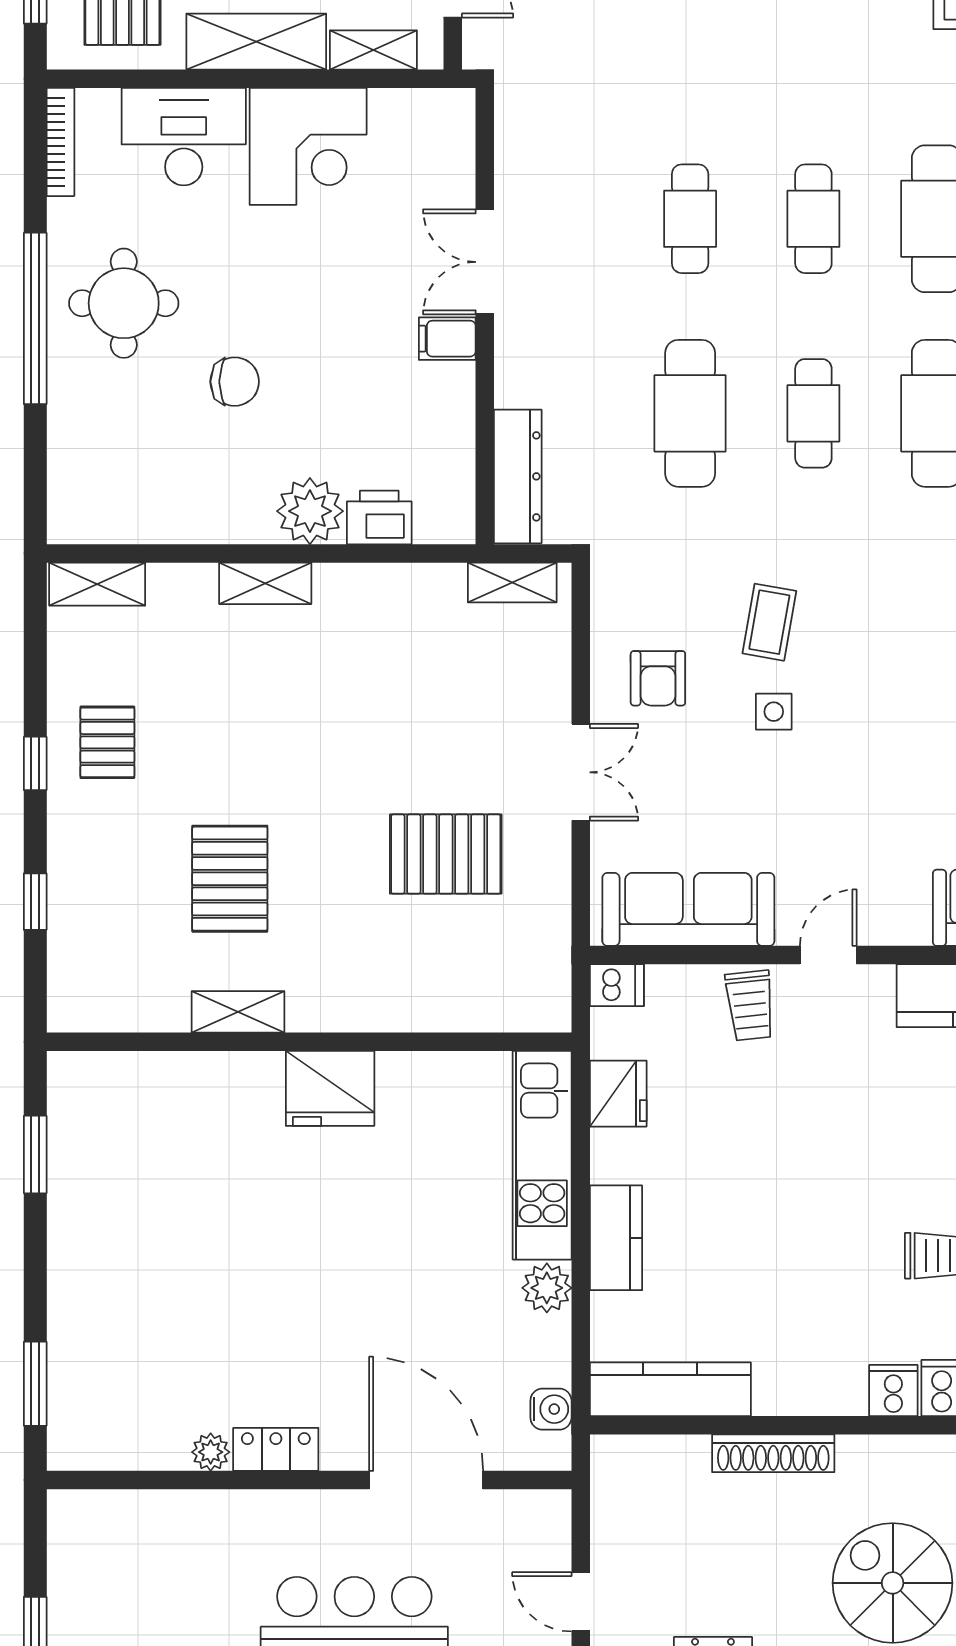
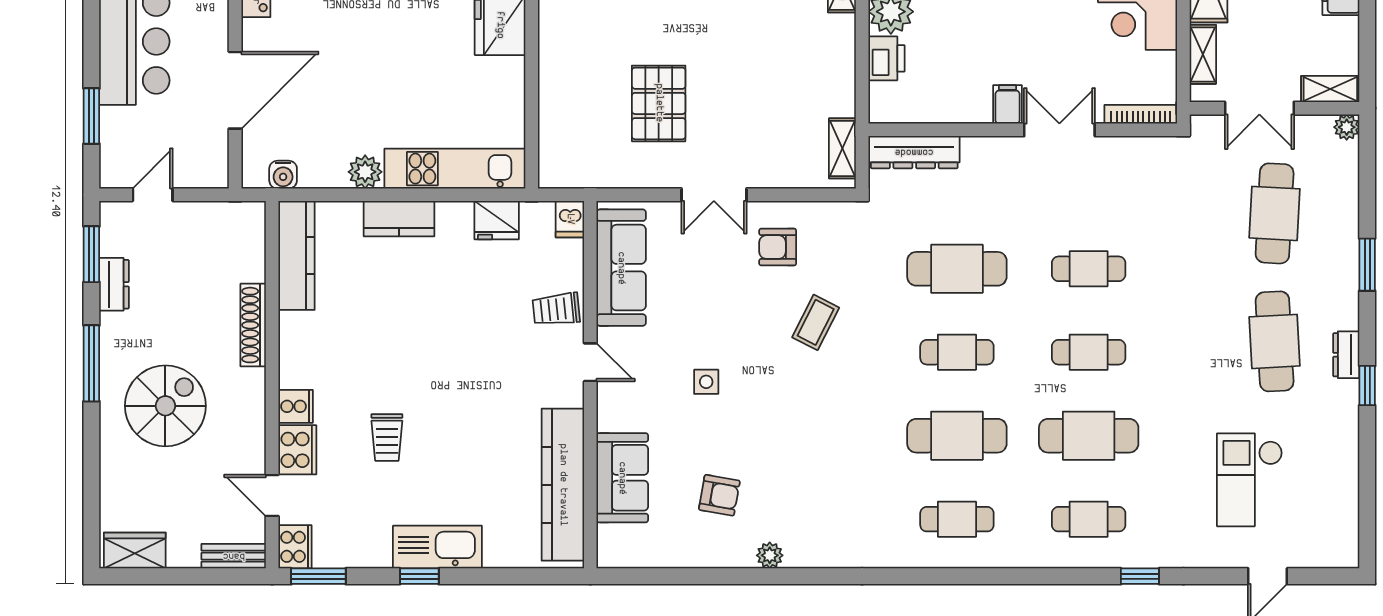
bookcase: (462, 142) -> (1141, 114), added
coffee table: (769, 622) -> (816, 322), turned -73
side table: (774, 712) -> (706, 382), moved

